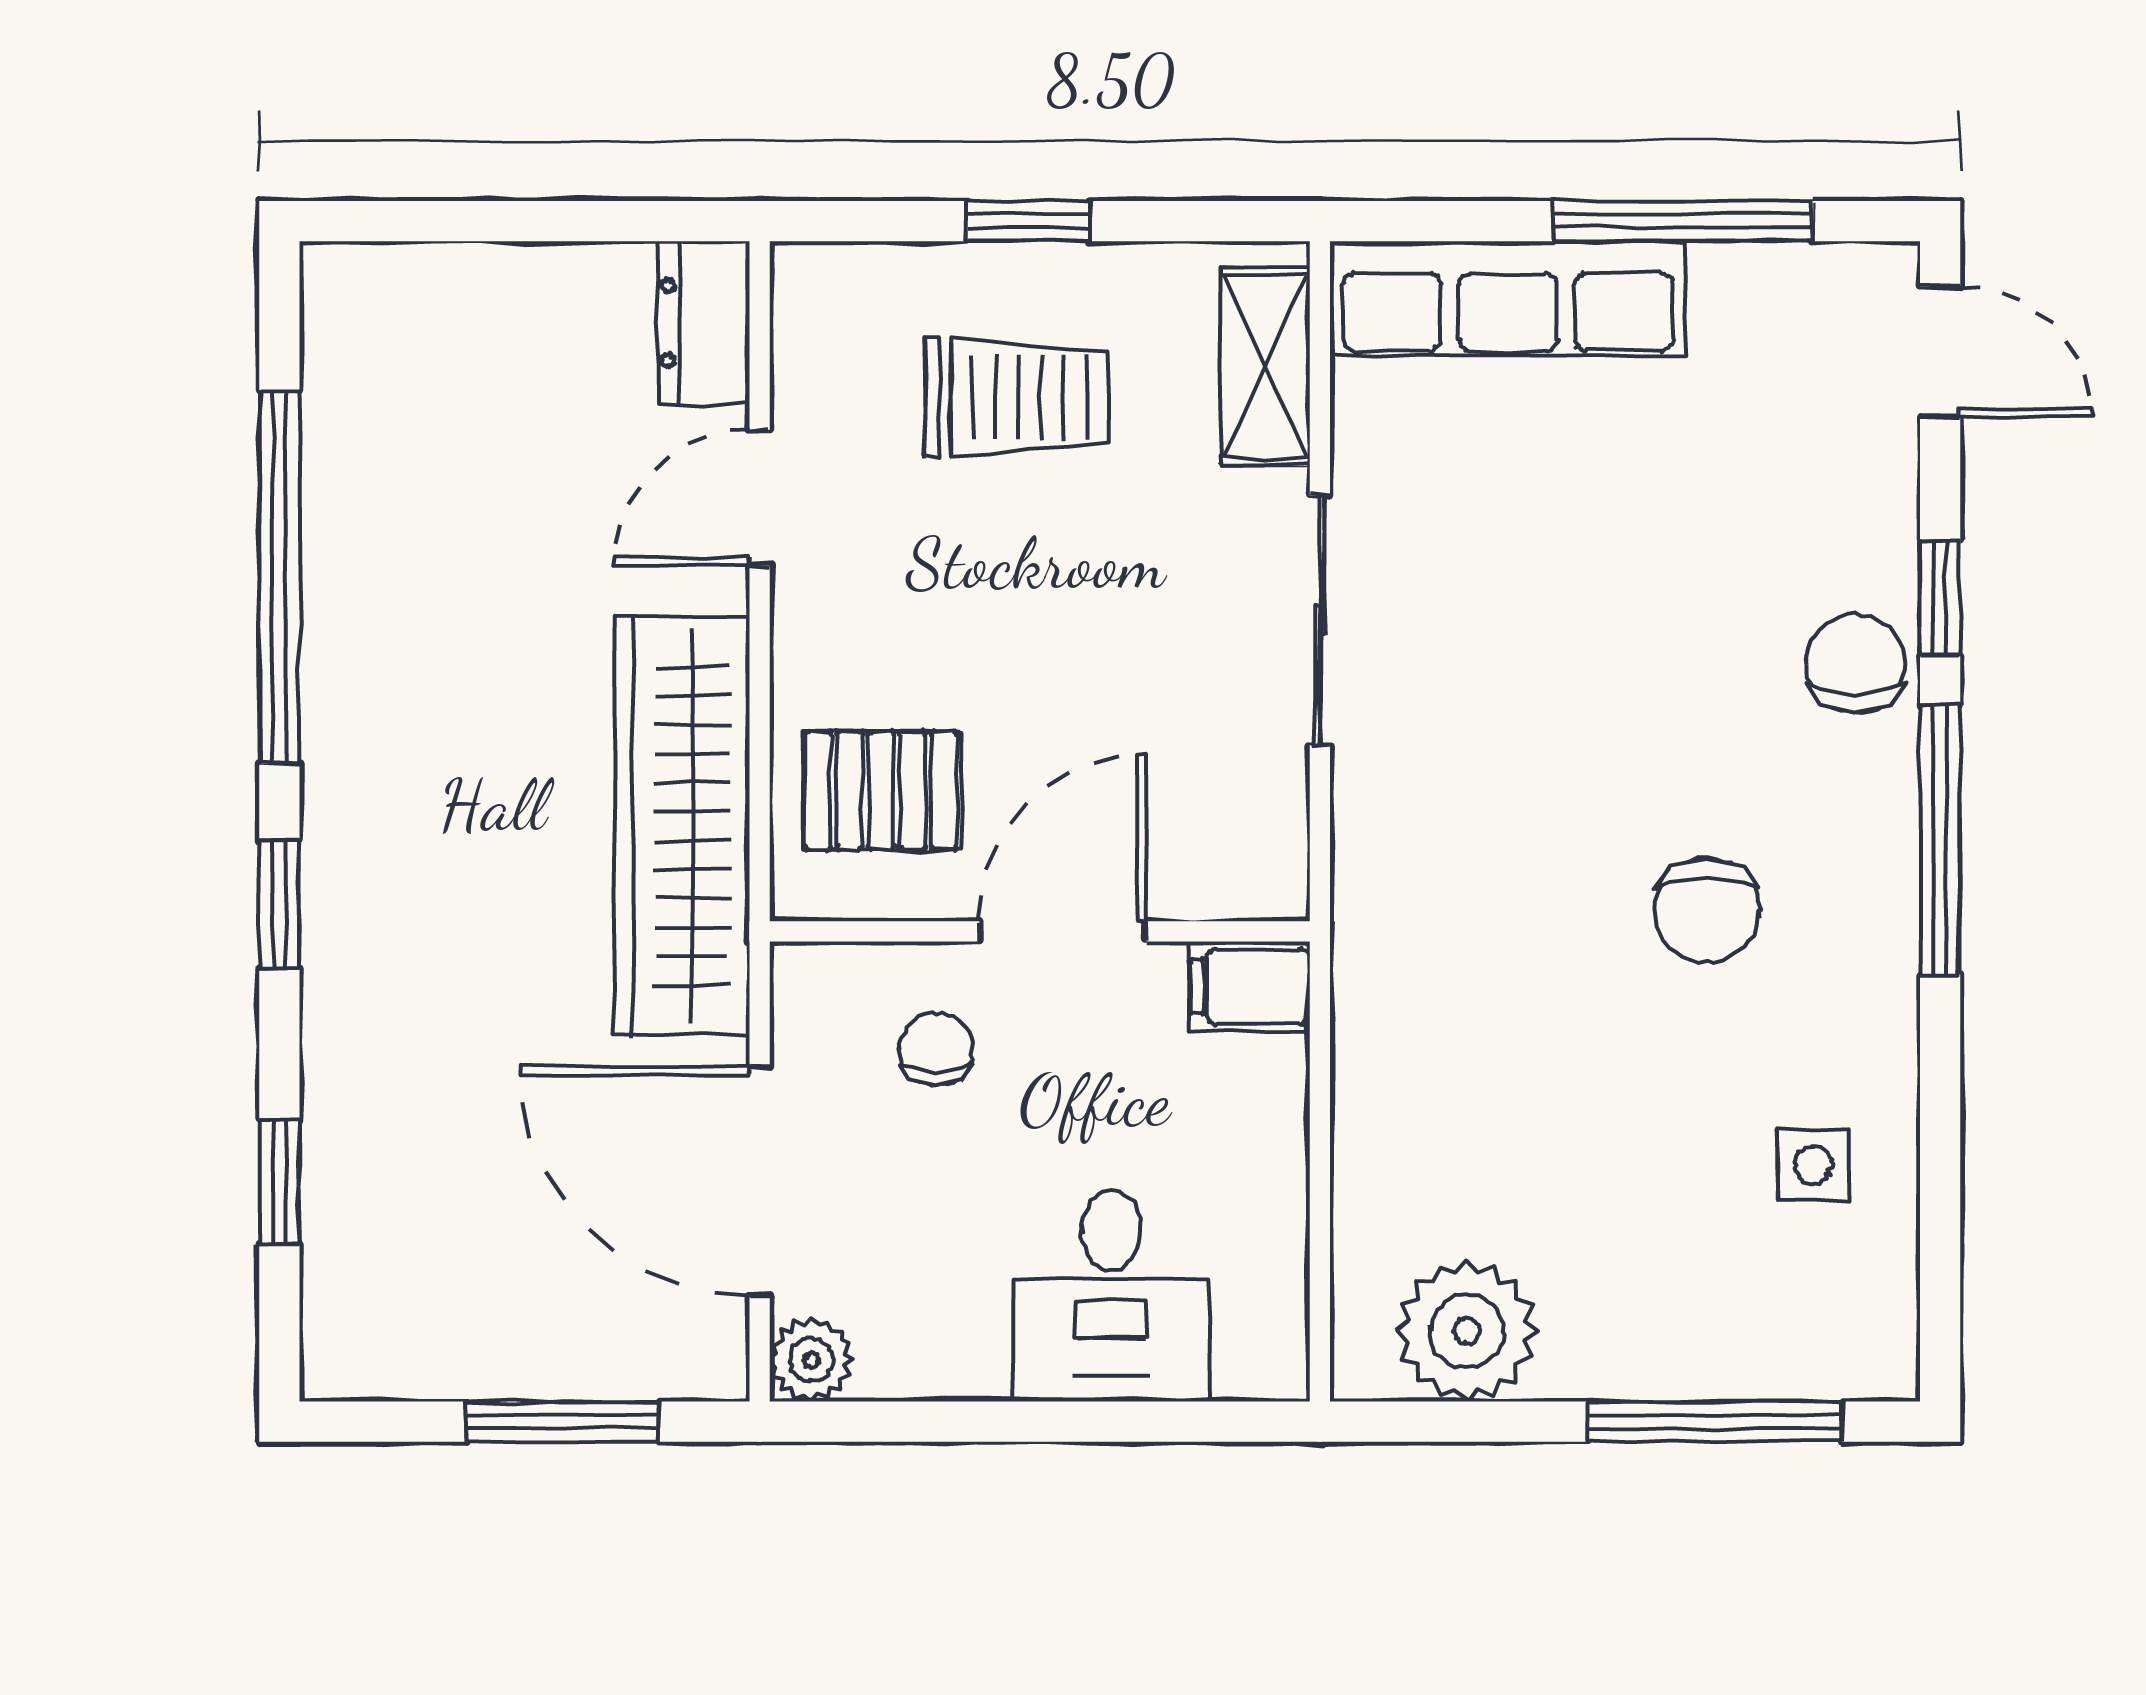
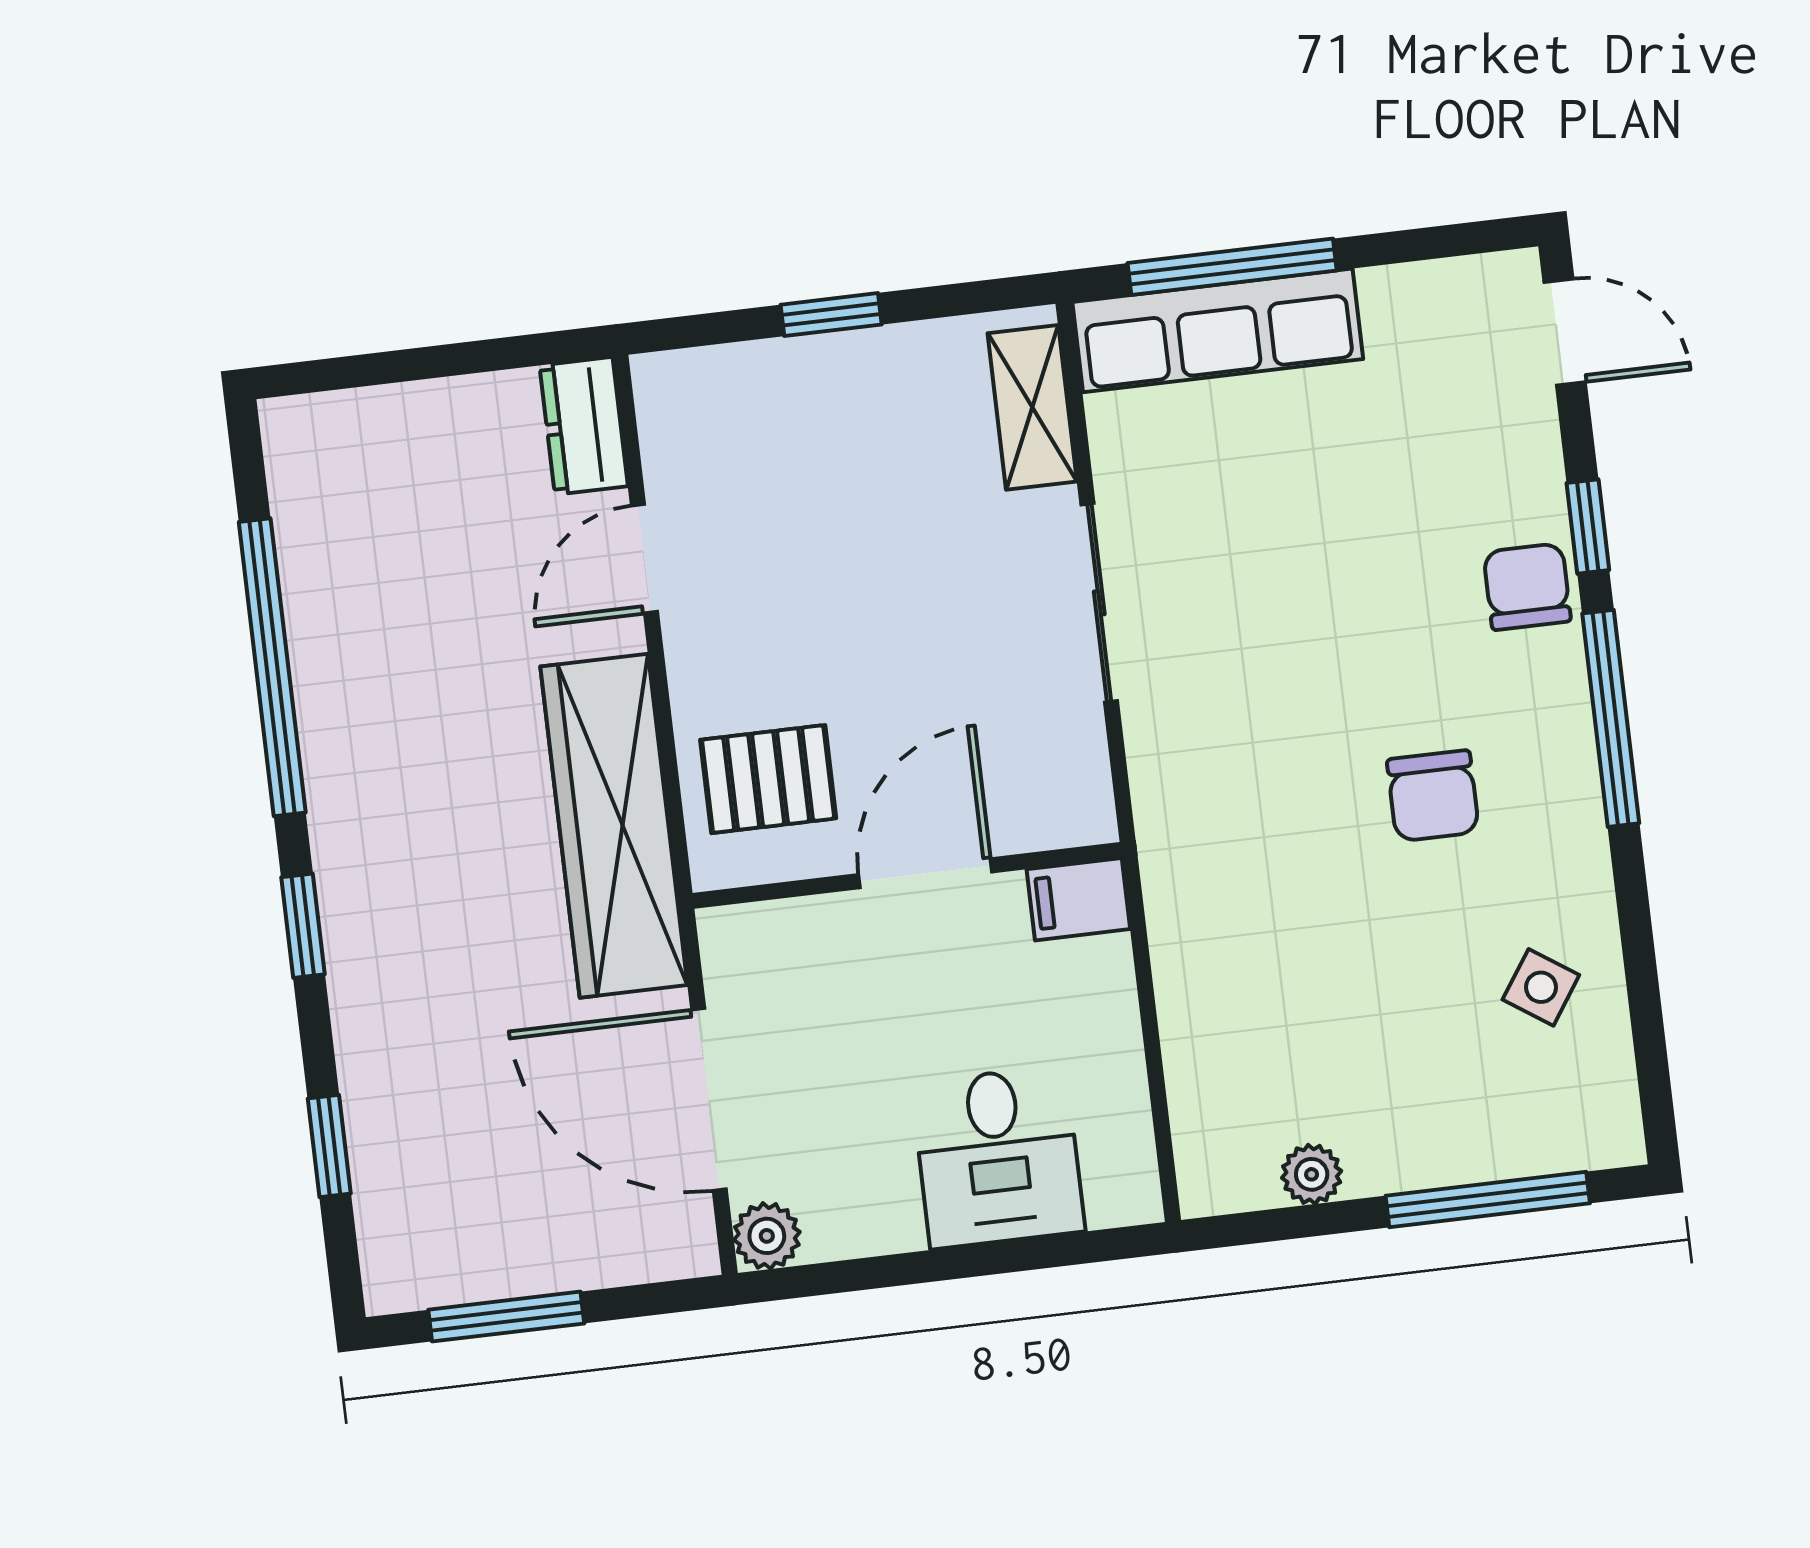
window: (1683, 221) -> (1232, 267), moved
trolley: (1017, 397) -> (839, 455), removed
chair: (937, 1049) -> (837, 978), removed
side table: (1813, 1165) -> (1541, 987), turned 34
plant: (1467, 1331) -> (1312, 1174), width x0.53, depth x0.53
window: (562, 1422) -> (506, 1317), moved

